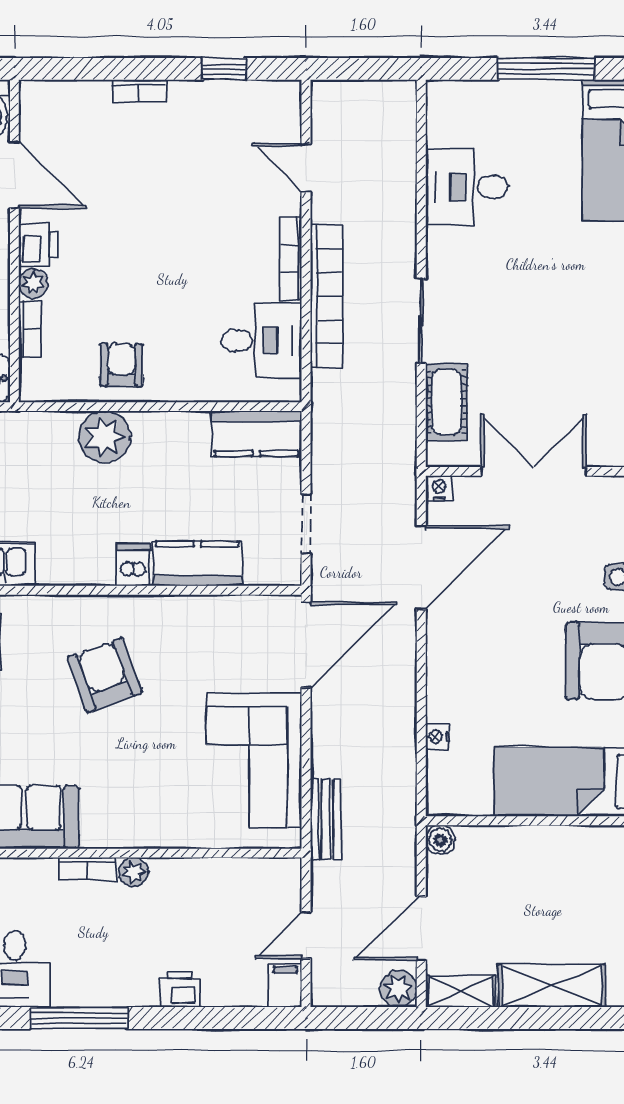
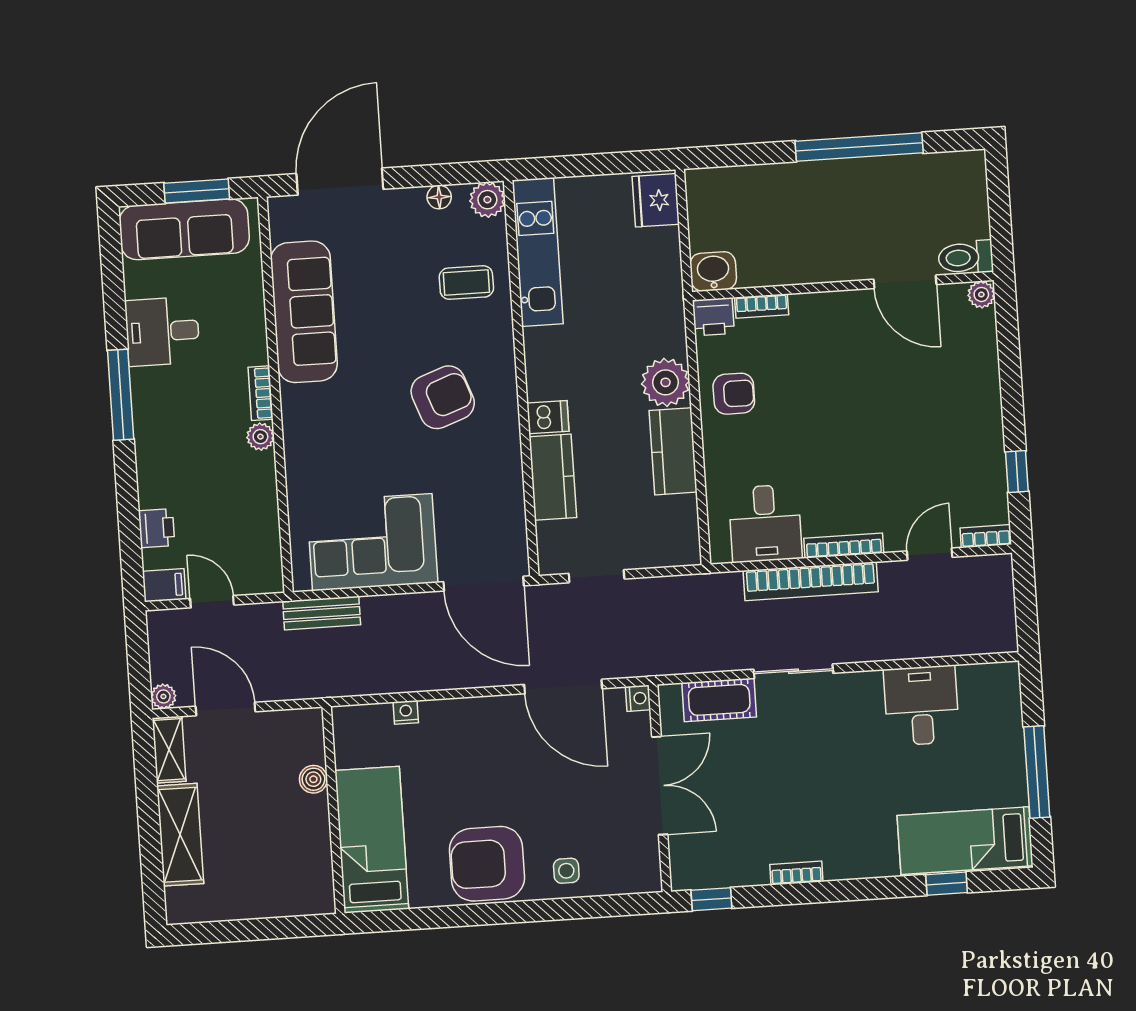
bookcase: (139, 90) -> (986, 536), moved, turned 90
door: (14, 175) -> (905, 282), hinge flipped
printer: (38, 245) -> (713, 317), moved
plant: (33, 283) -> (981, 294), moved
kitchen counter: (256, 434) -> (673, 451), moved
boiler: (440, 840) -> (313, 779), moved
printer: (180, 989) -> (157, 528), moved
plant: (398, 989) -> (163, 696), width x0.73, depth x0.73

